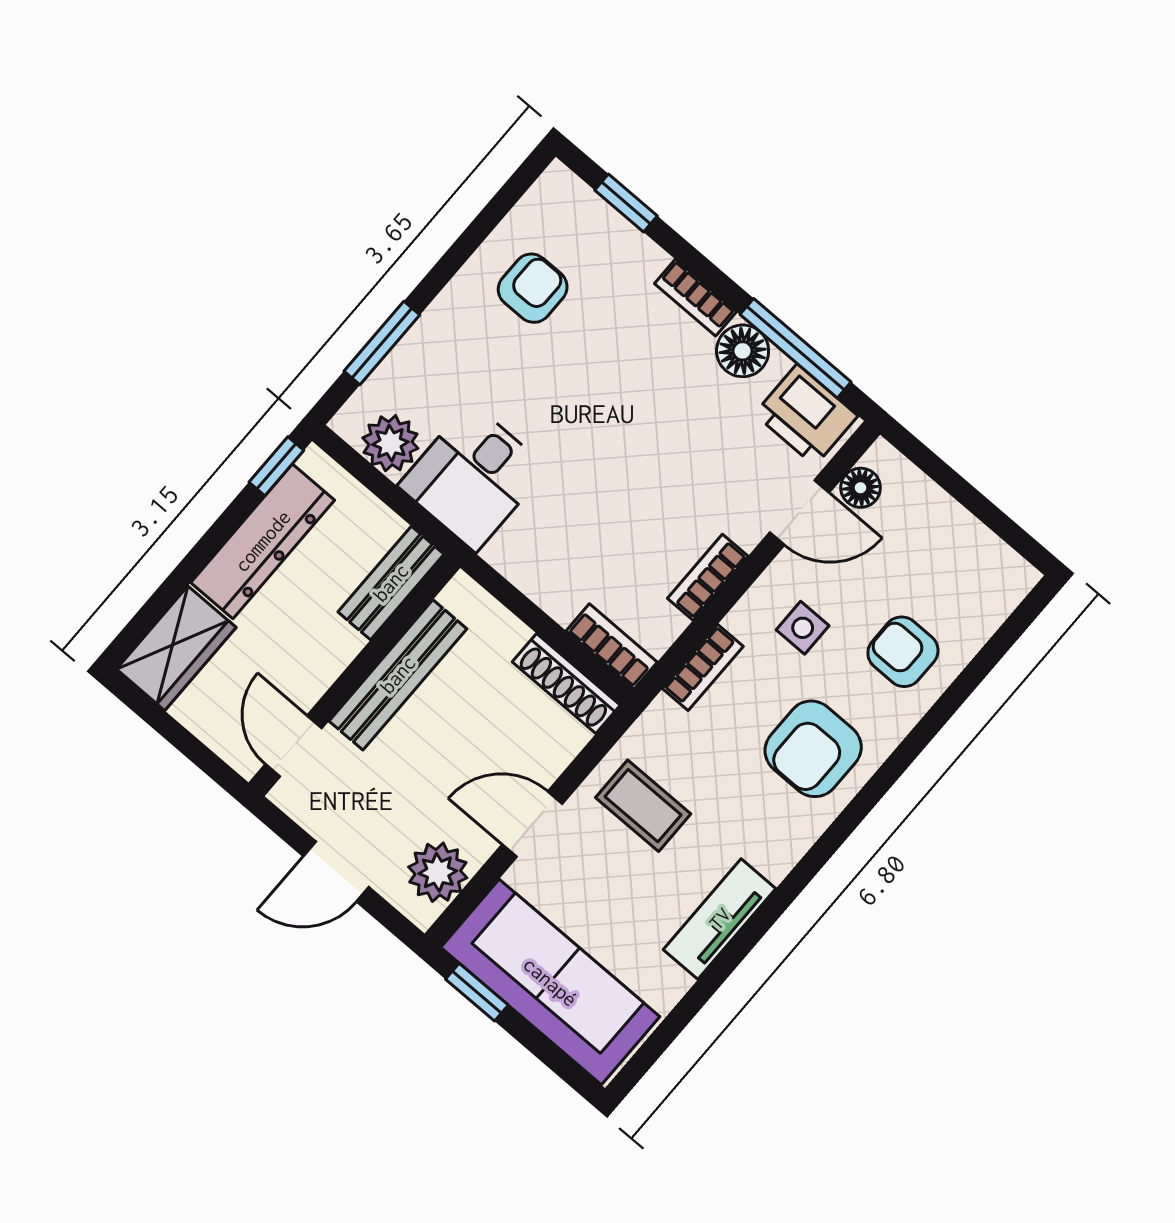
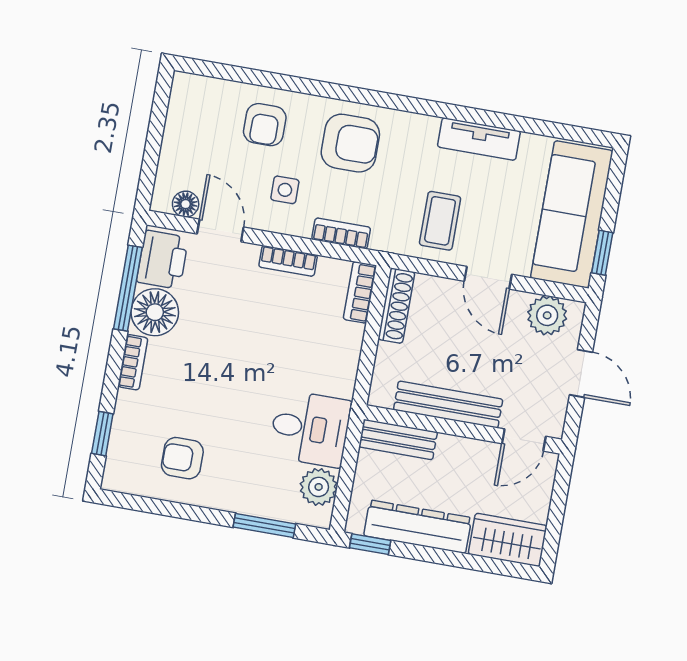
floor lamp: (743, 351) -> (155, 312), width x1.38, depth x1.38

